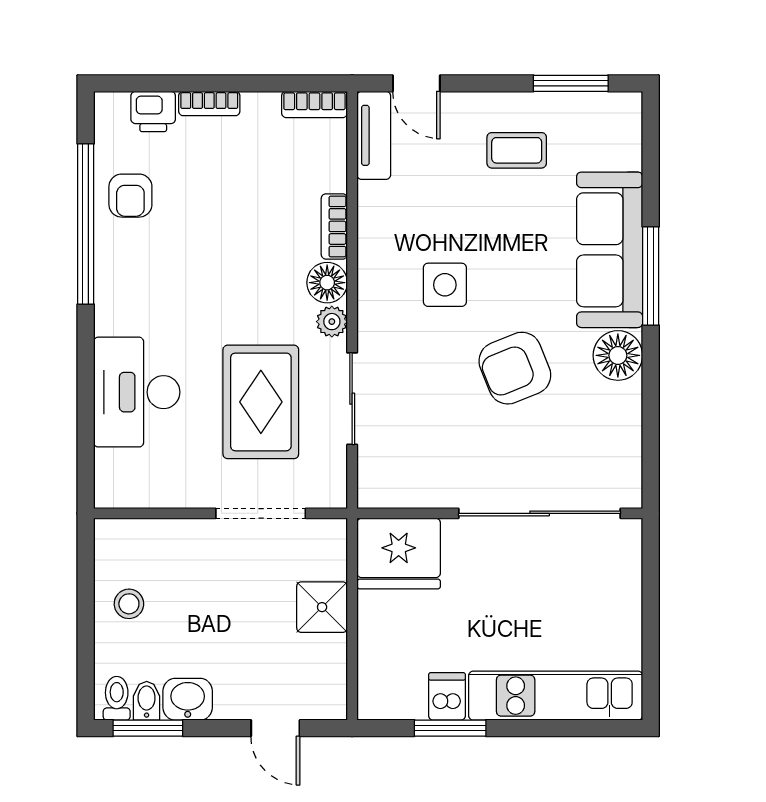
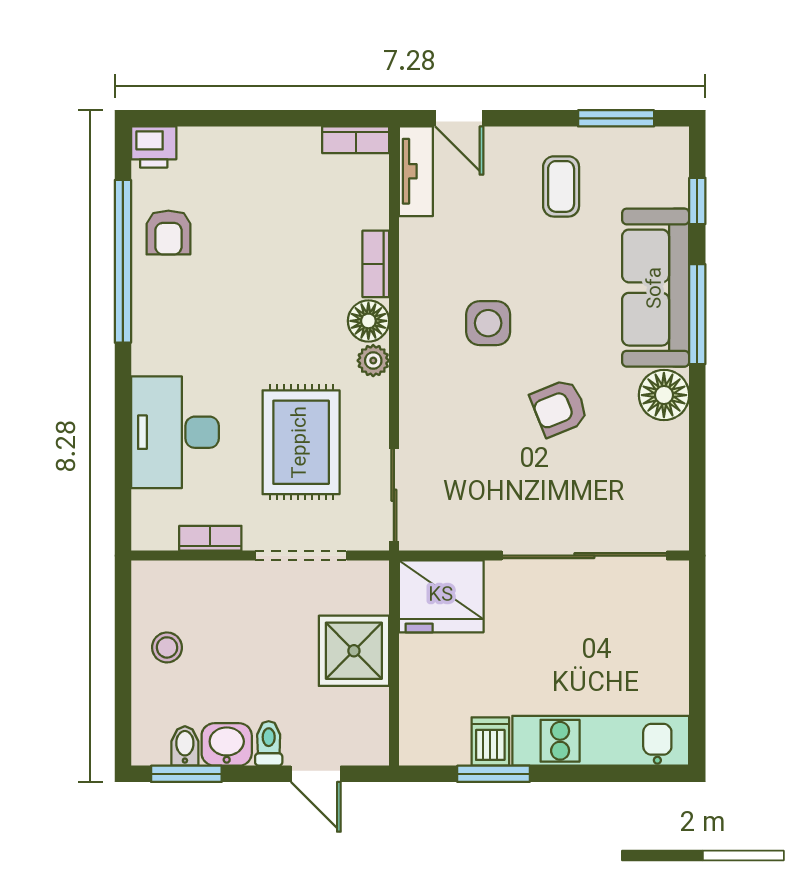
bookcase: (209, 103) -> (210, 538), moved, turned 180
printer: (153, 111) -> (154, 147), moved
coffee table: (517, 150) -> (561, 186), turned 90
window: (651, 164) -> (697, 201), added
armchair: (515, 368) -> (559, 408), width x0.72, depth x0.72
sliding door: (352, 399) -> (394, 495), moved
shower: (322, 607) -> (354, 651), width x1.36, depth x1.36
toilet: (117, 698) -> (269, 743), moved

